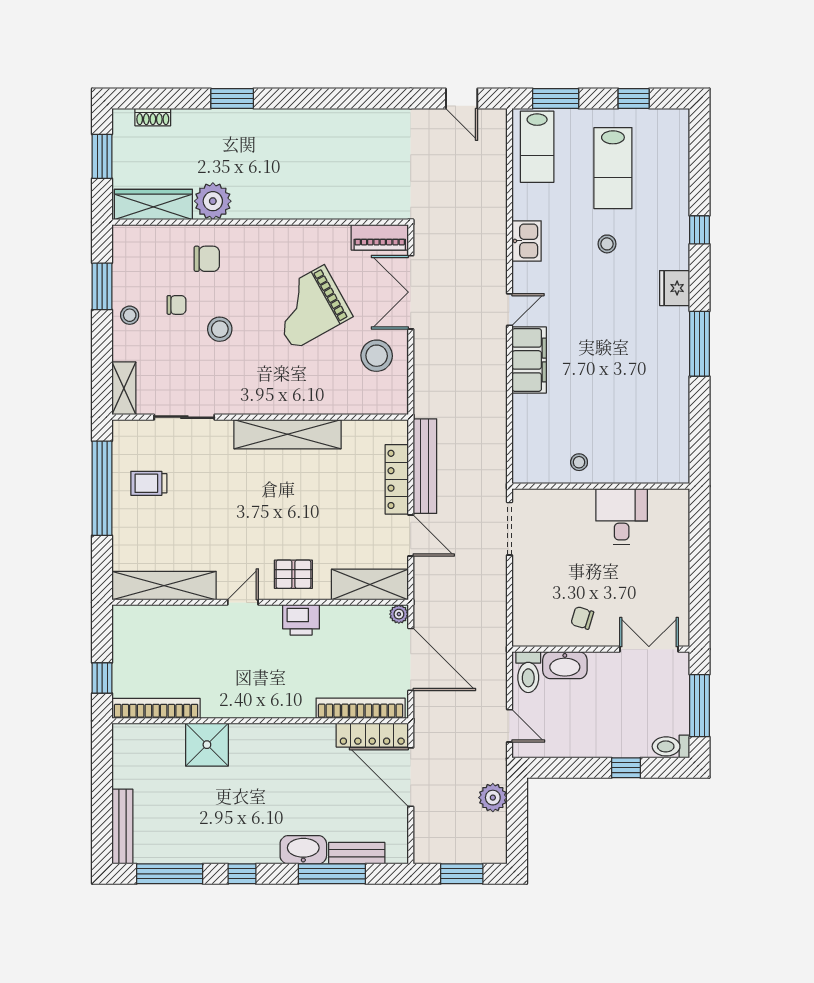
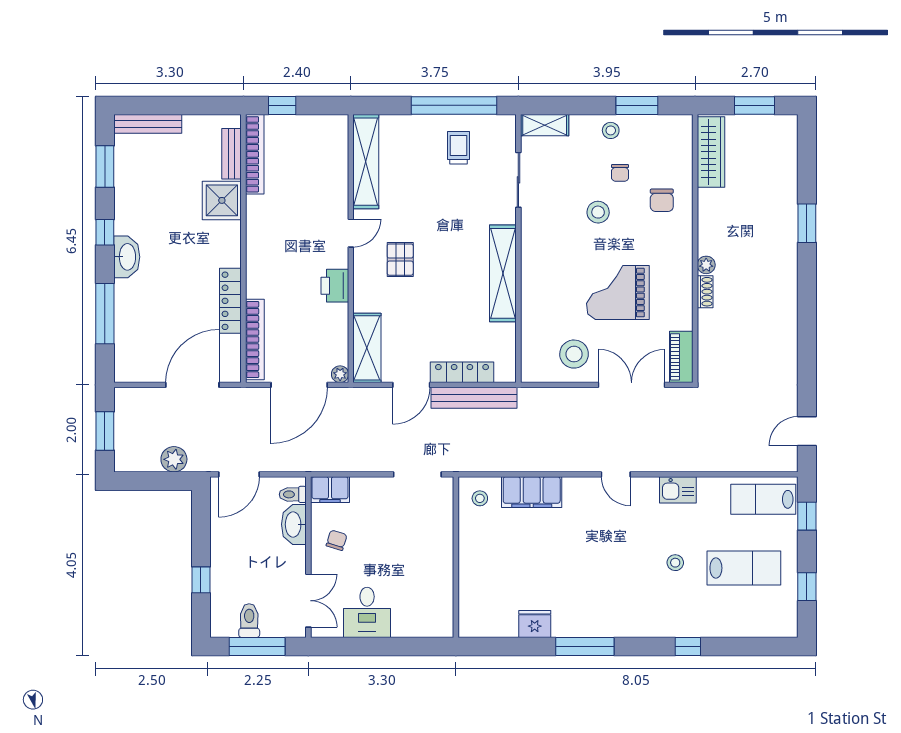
window: (556, 99) -> (807, 516), width x0.67
shoe rack: (153, 117) -> (705, 292), moved, turned 180
lab bench: (613, 168) -> (744, 568), turned 180
plant: (213, 201) -> (706, 265), moved, width x0.53, depth x0.53
fridge: (675, 288) -> (535, 624), moved
grand piano: (309, 307) -> (618, 293), turned -61
filing cabinet: (529, 360) -> (532, 492), moved
stool: (579, 462) -> (480, 498), moved
desk: (622, 517) -> (367, 612), moved, turned 90
pallet: (293, 574) -> (400, 260), moved
door: (243, 602) -> (351, 233), hinge flipped
filing cabinet: (526, 625) -> (330, 490), added
toilet: (528, 672) -> (293, 494), width x0.73, depth x0.72
door: (509, 726) -> (239, 474), width x1.38
locker: (372, 735) -> (230, 301), moved
toilet: (671, 746) -> (249, 621), moved
washbasin: (303, 850) -> (127, 257), moved
bench: (357, 853) -> (231, 154), moved
window: (170, 874) -> (105, 167), width x0.69

